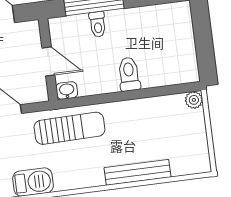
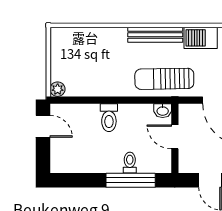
door: (205, 54) -> (43, 126), added
bench: (137, 172) -> (155, 35), moved

